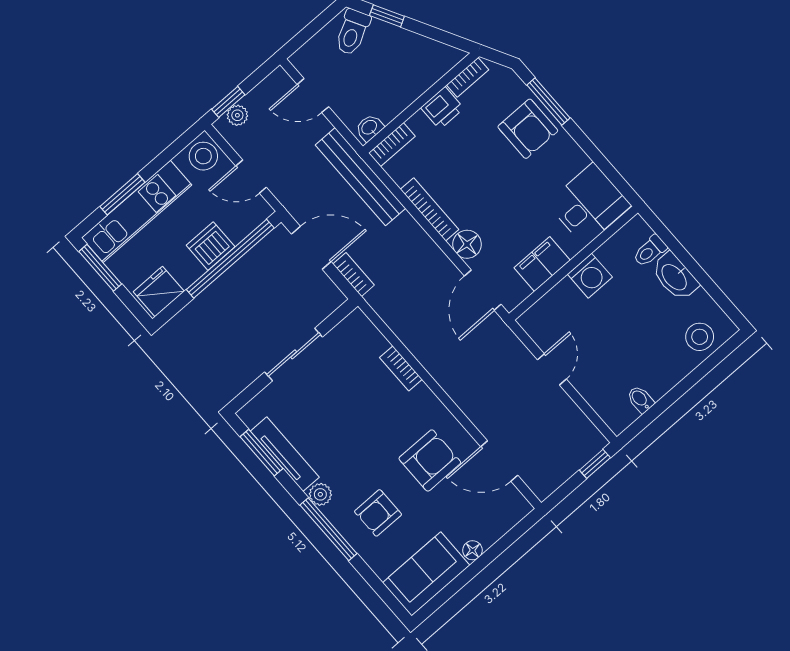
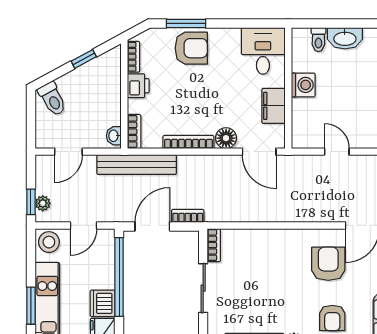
window: (387, 16) -> (84, 59), moved
dishwasher: (211, 246) -> (103, 303), moved
bookcase: (401, 368) -> (214, 245), moved, turned -90

